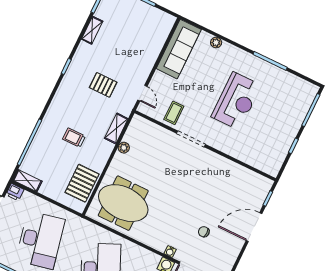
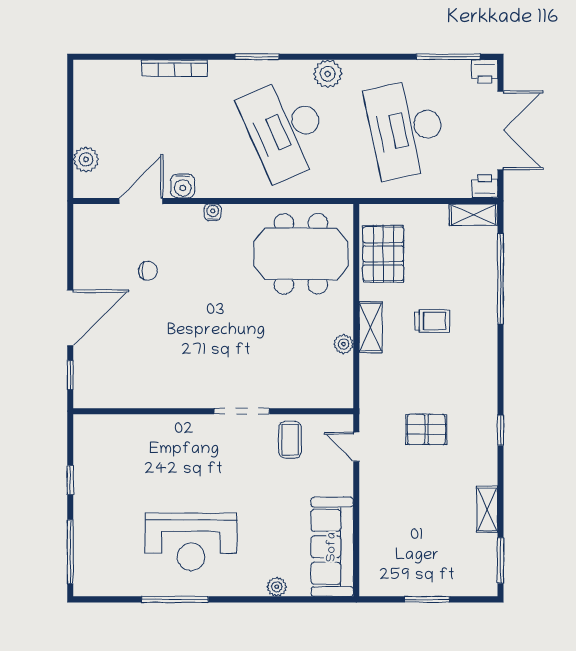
reception desk: (236, 101) -> (191, 542), moved, turned -90
shelving: (116, 128) -> (371, 327), moved
water cooler: (170, 252) -> (213, 212), moved

